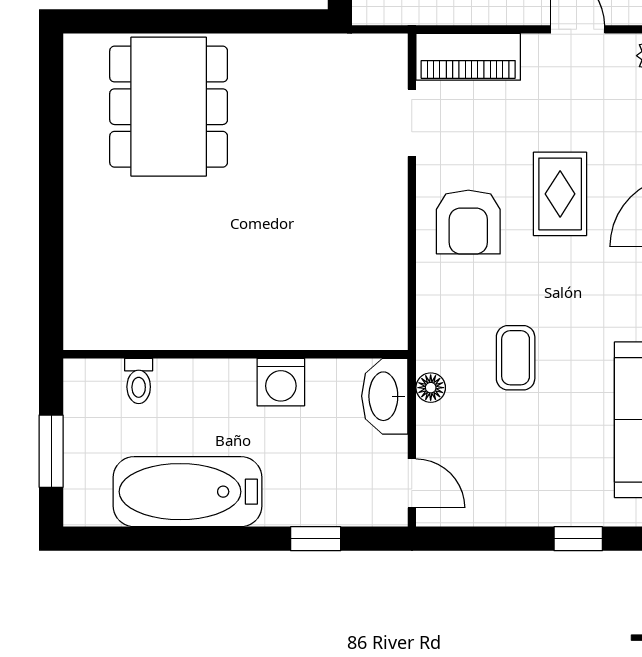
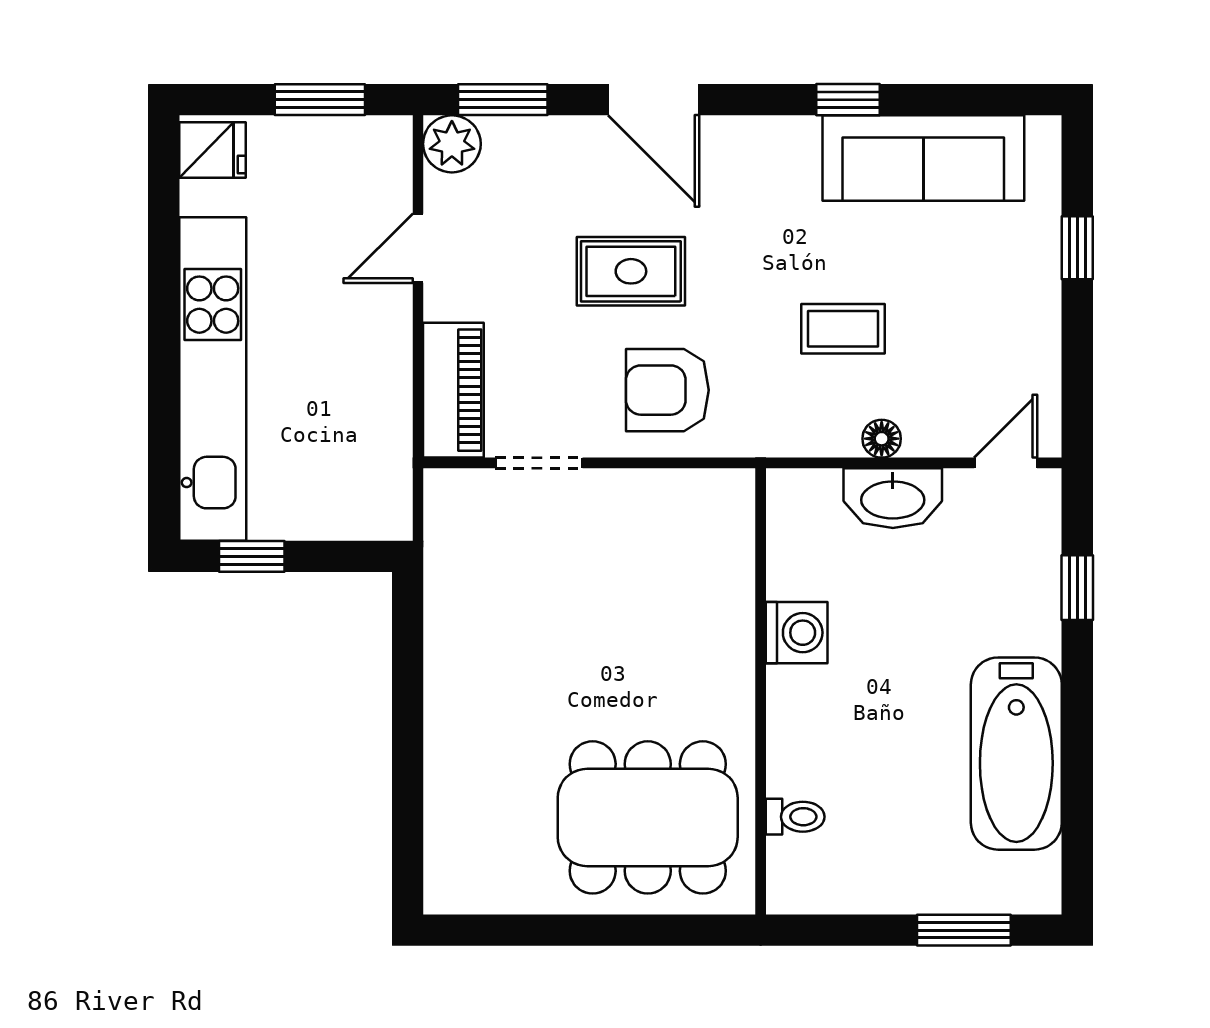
dining table: (169, 107) -> (648, 817), moved
armchair: (468, 222) -> (667, 390), turned 180
wall: (236, 354) -> (761, 691), moved
toilet: (139, 381) -> (795, 817), moved
washing machine: (281, 382) -> (797, 633), moved

